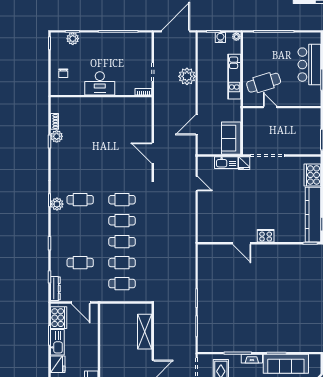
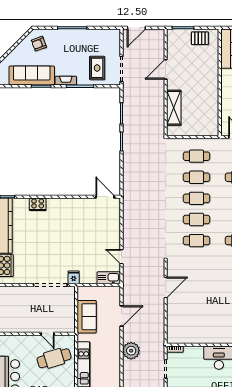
plant: (187, 76) -> (131, 351), moved
sofa: (231, 138) -> (87, 317), moved
door: (153, 153) -> (166, 287), hinge flipped
kitchen sink: (226, 163) -> (109, 278), moved
cooker: (266, 236) -> (38, 204), moved
door: (242, 243) -> (105, 197), moved

